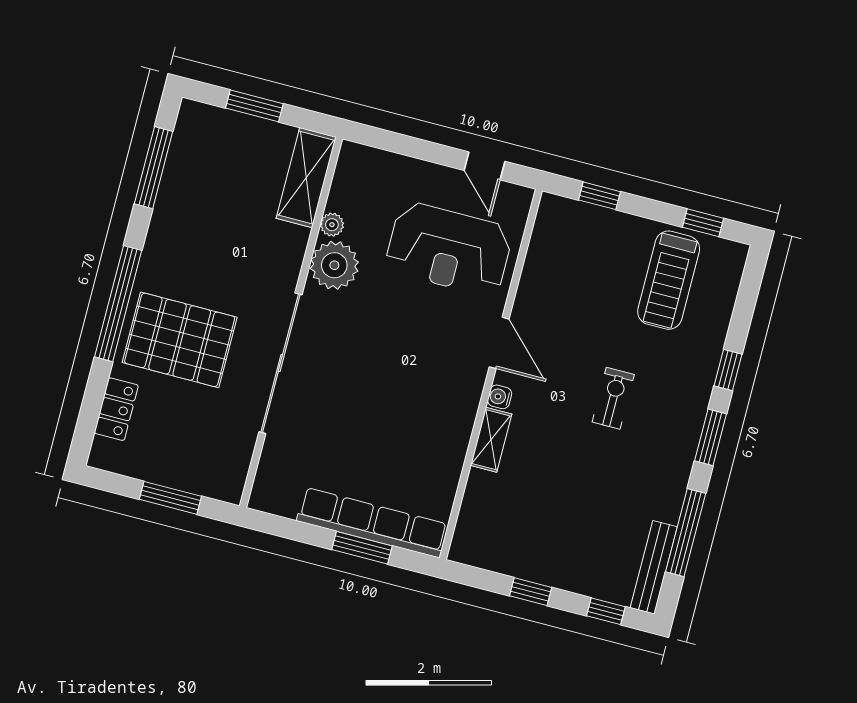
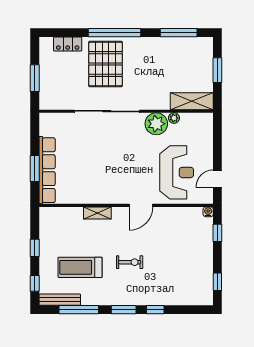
reception desk: (449, 249) -> (177, 172), turned 180
treadmill: (669, 280) -> (80, 267), moved
water cooler: (500, 397) -> (208, 212), moved

